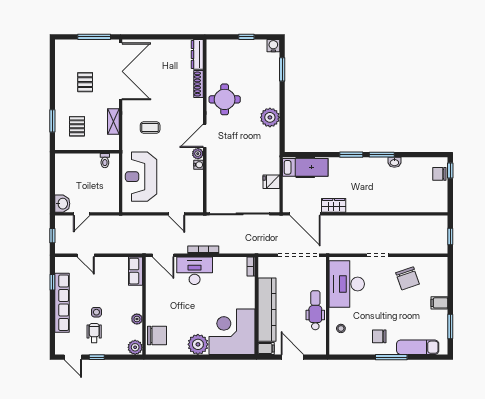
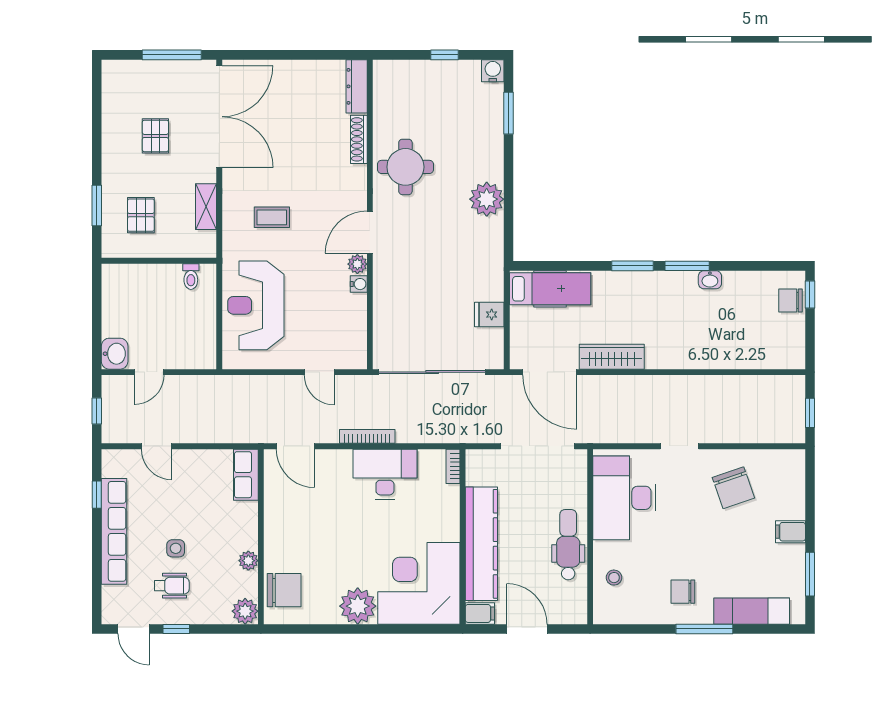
wardrobe: (334, 205) -> (612, 357), width x1.50
desk: (195, 271) -> (385, 474), moved
wheelchair: (94, 333) -> (172, 586), turned 90

